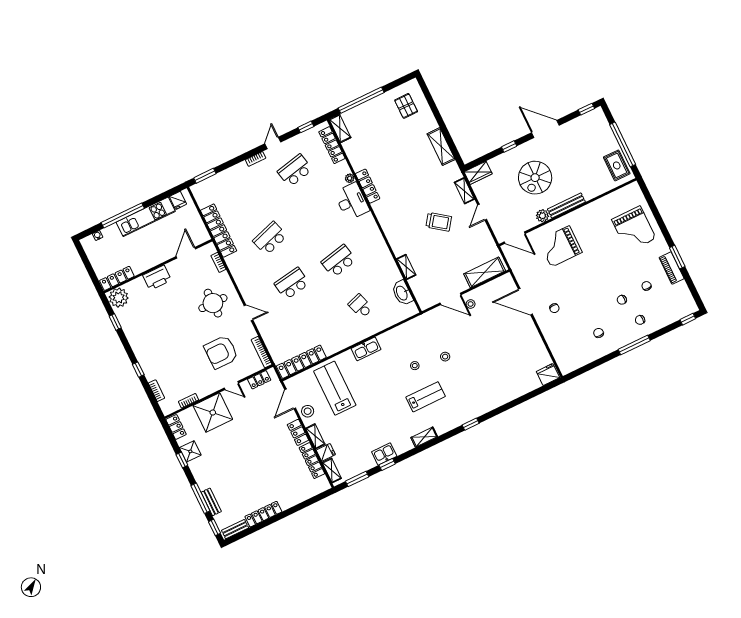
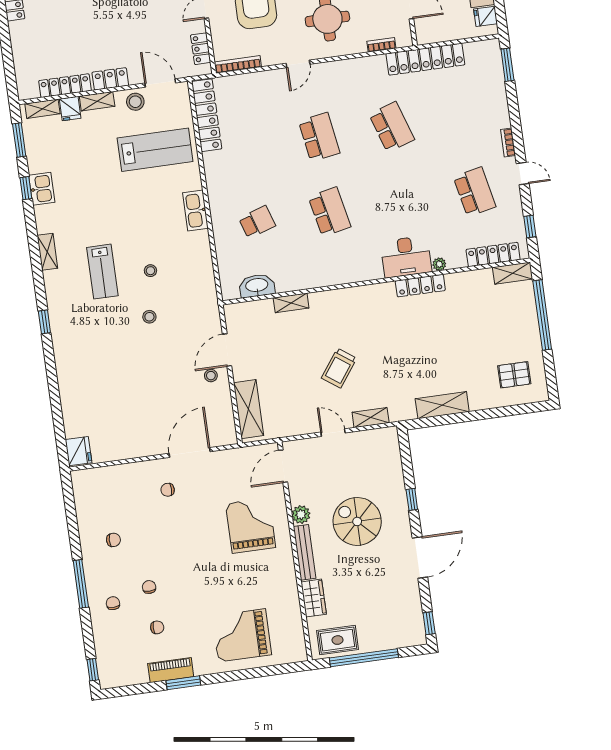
wardrobe: (478, 173) -> (314, 598), moved, turned 180

